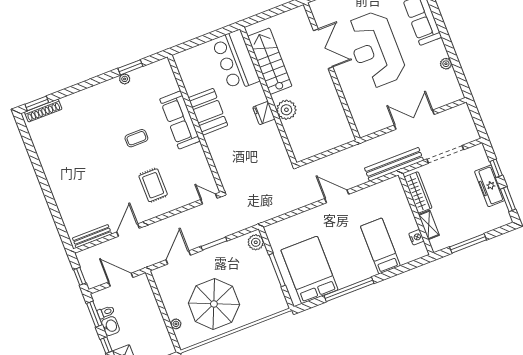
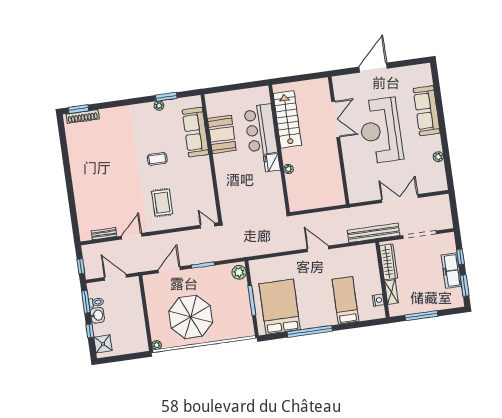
bar counter: (236, 60) -> (261, 130), moved
plant: (286, 110) -> (288, 169), width x0.53, depth x0.53
booth: (208, 112) -> (222, 134), moved
sofa: (180, 120) -> (196, 132), moved
bench: (92, 236) -> (104, 234), width x0.73
plant: (176, 324) -> (157, 345), moved

